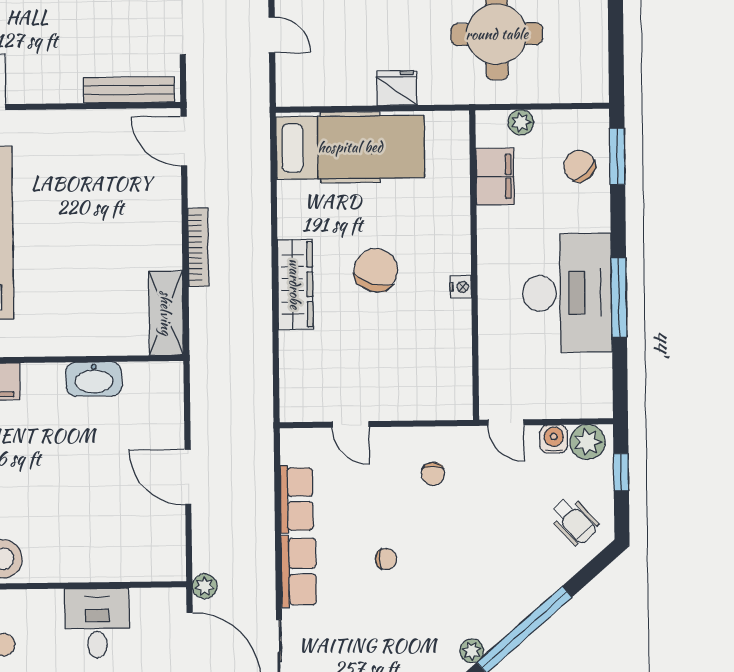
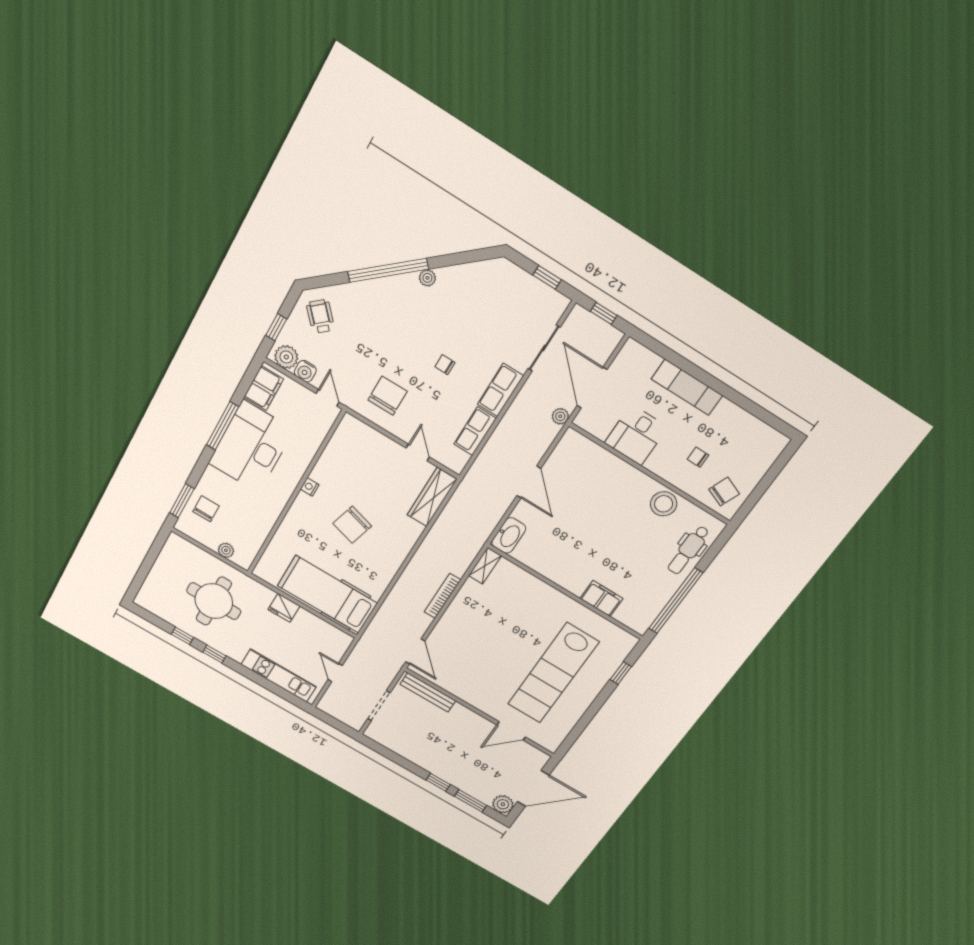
chair: (579, 166) -> (206, 509), turned -137
filing cabinet: (495, 176) -> (264, 388), moved, turned 180
wardrobe: (295, 284) -> (432, 497), moved
shelving: (166, 313) -> (485, 566), width x0.67, depth x0.75
washbasin: (94, 379) -> (509, 535), moved, turned 90
chair: (433, 474) -> (387, 396), width x1.87, depth x1.87

